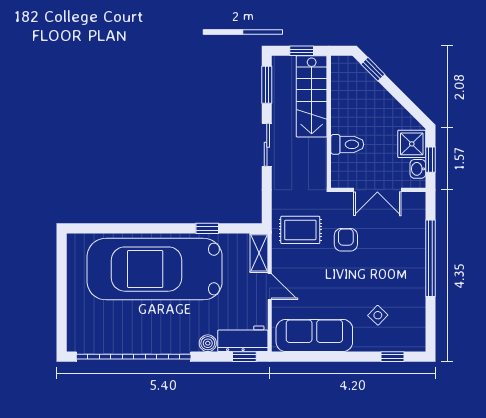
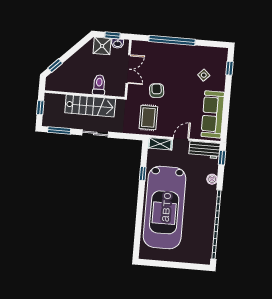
stairs: (312, 96) -> (90, 106), moved
armchair: (346, 240) -> (157, 91), turned 84
workbench: (243, 339) -> (204, 150), moved, turned -90

